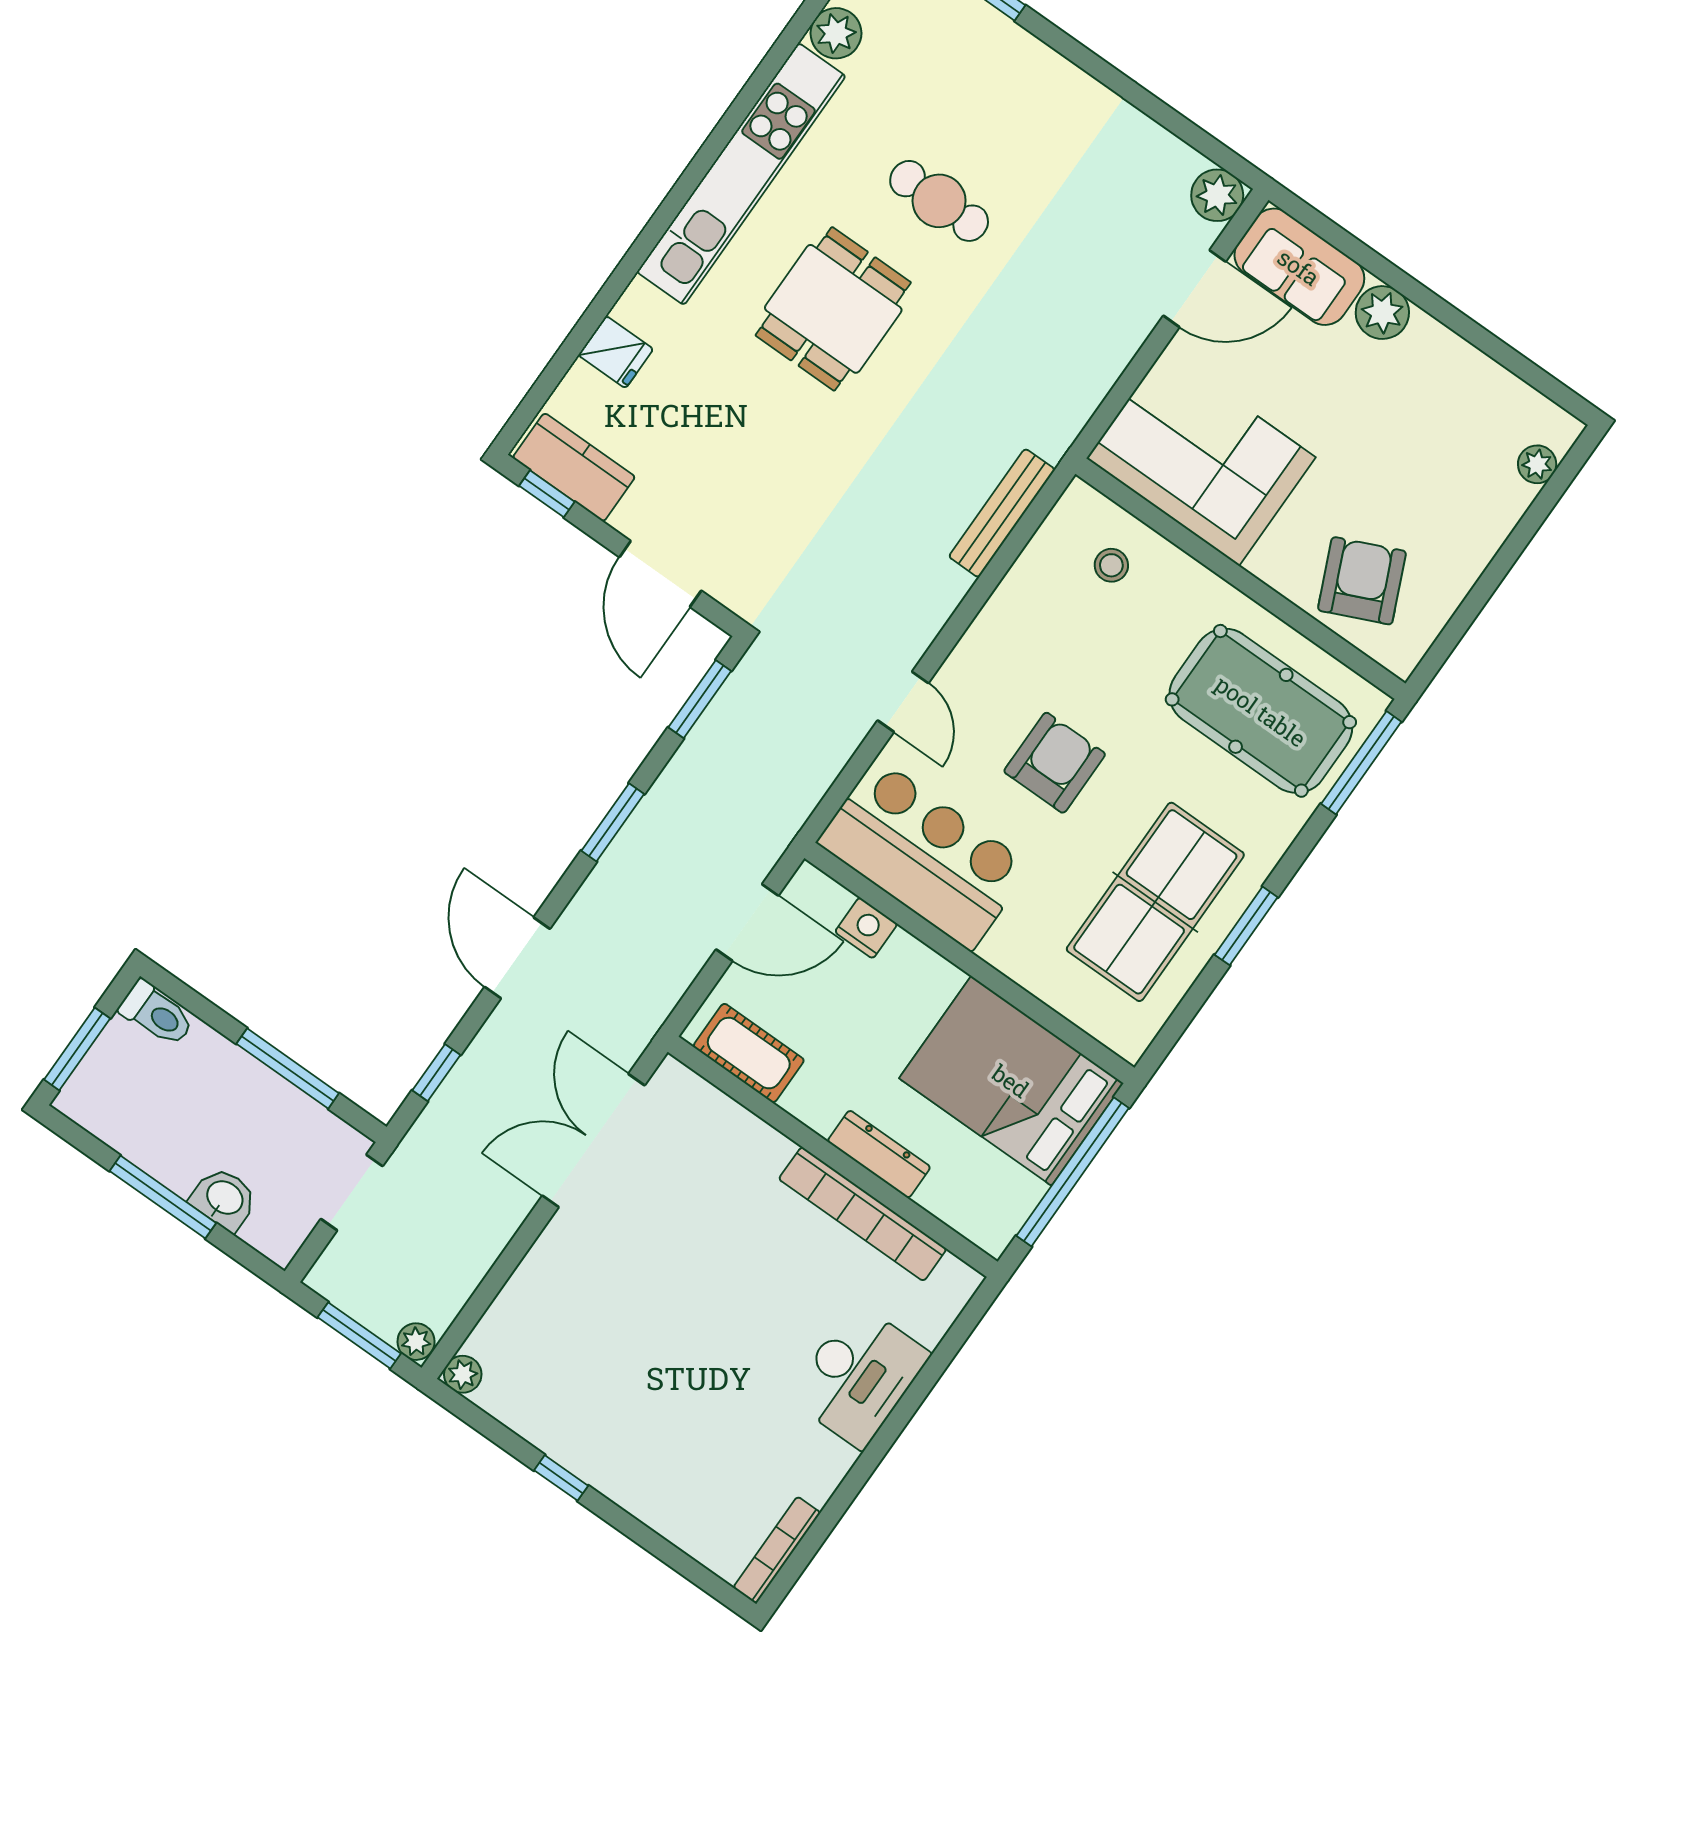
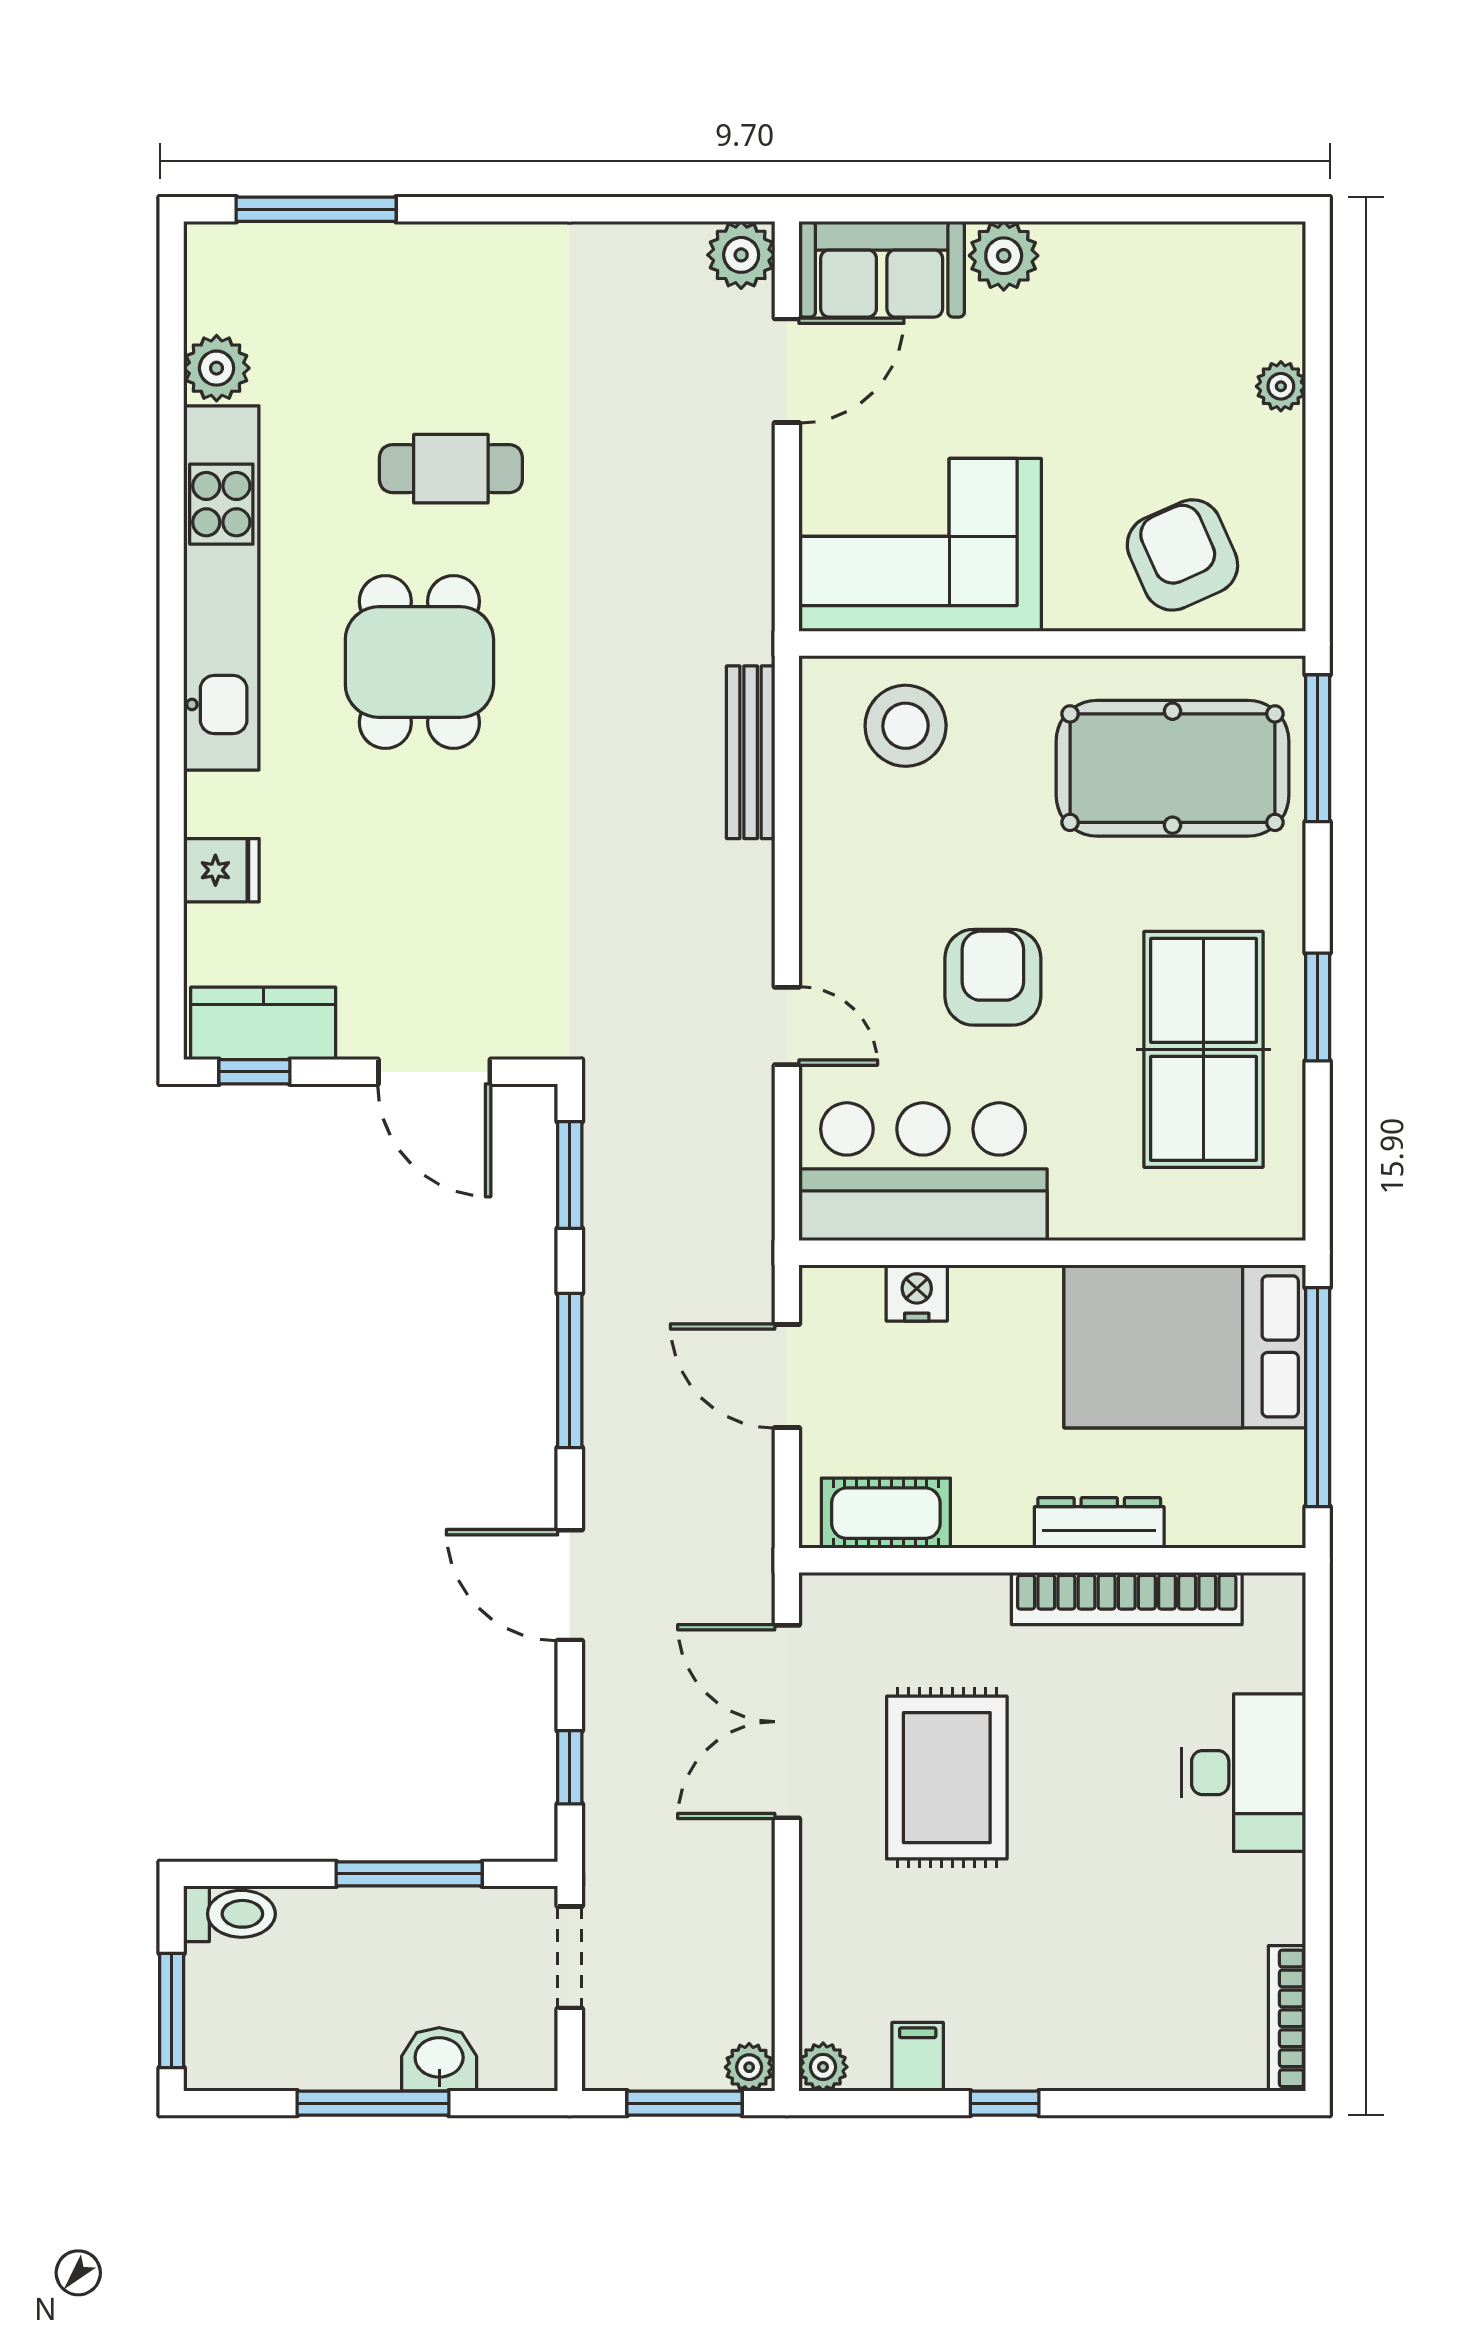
plant: (1537, 464) -> (1281, 386), moved
stool: (1111, 565) -> (906, 726), width x1.89, depth x1.89
window: (613, 822) -> (570, 1370), width x1.44
door: (747, 922) -> (787, 1376), swing flipped
rug: (670, 1247) -> (947, 1778), added
filing cabinet: (527, 1410) -> (918, 2057), added

